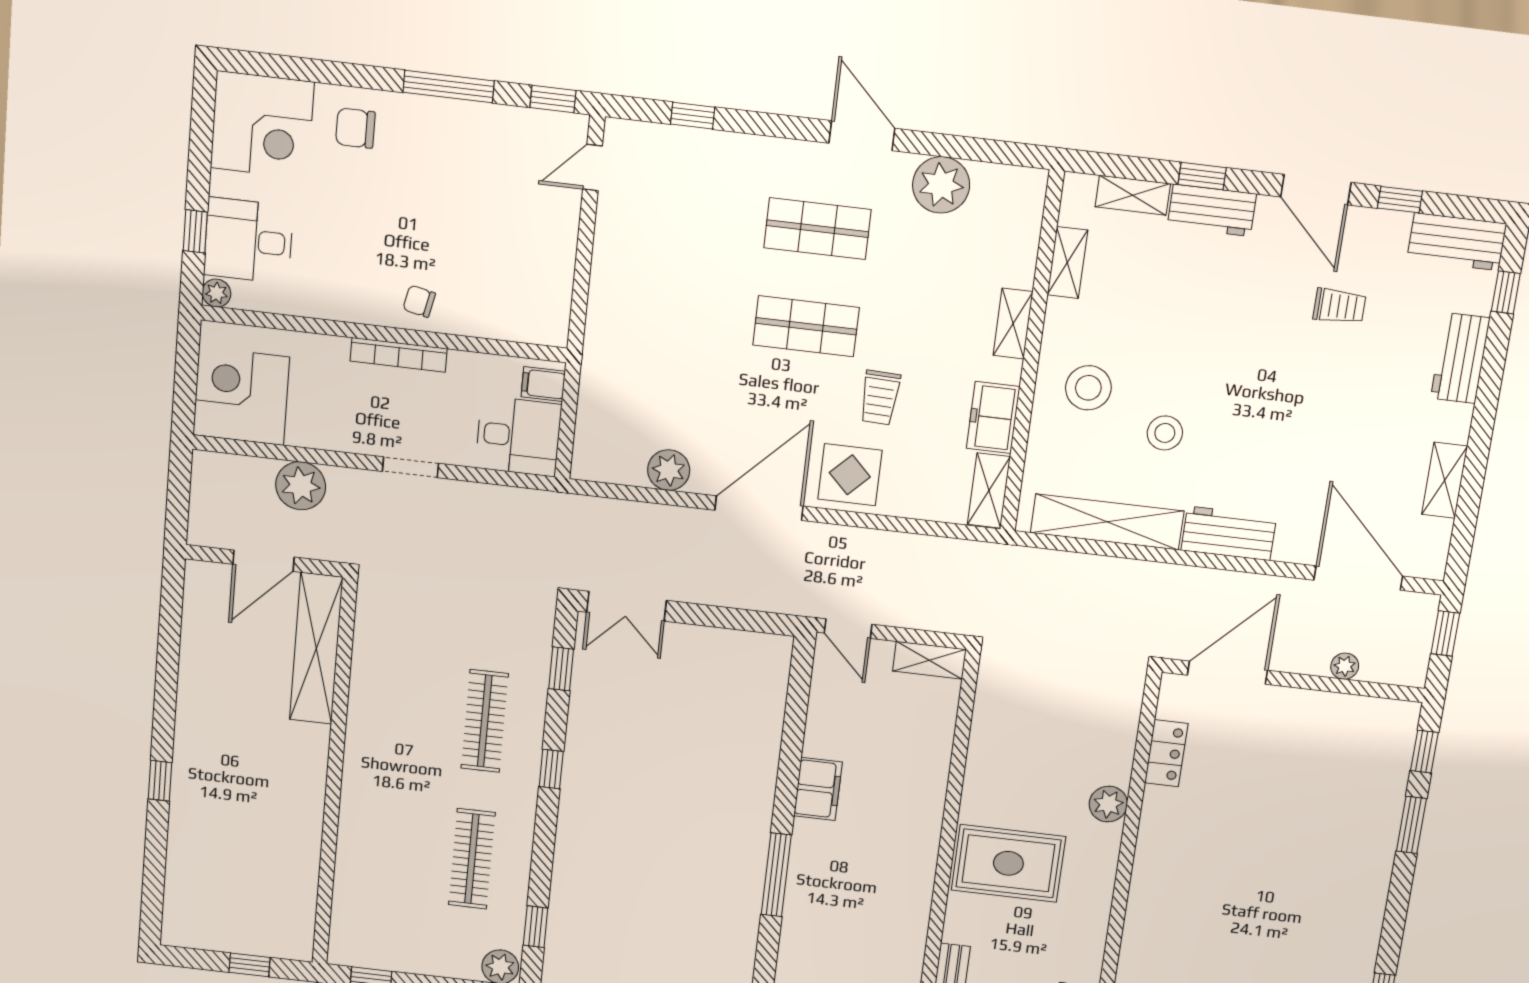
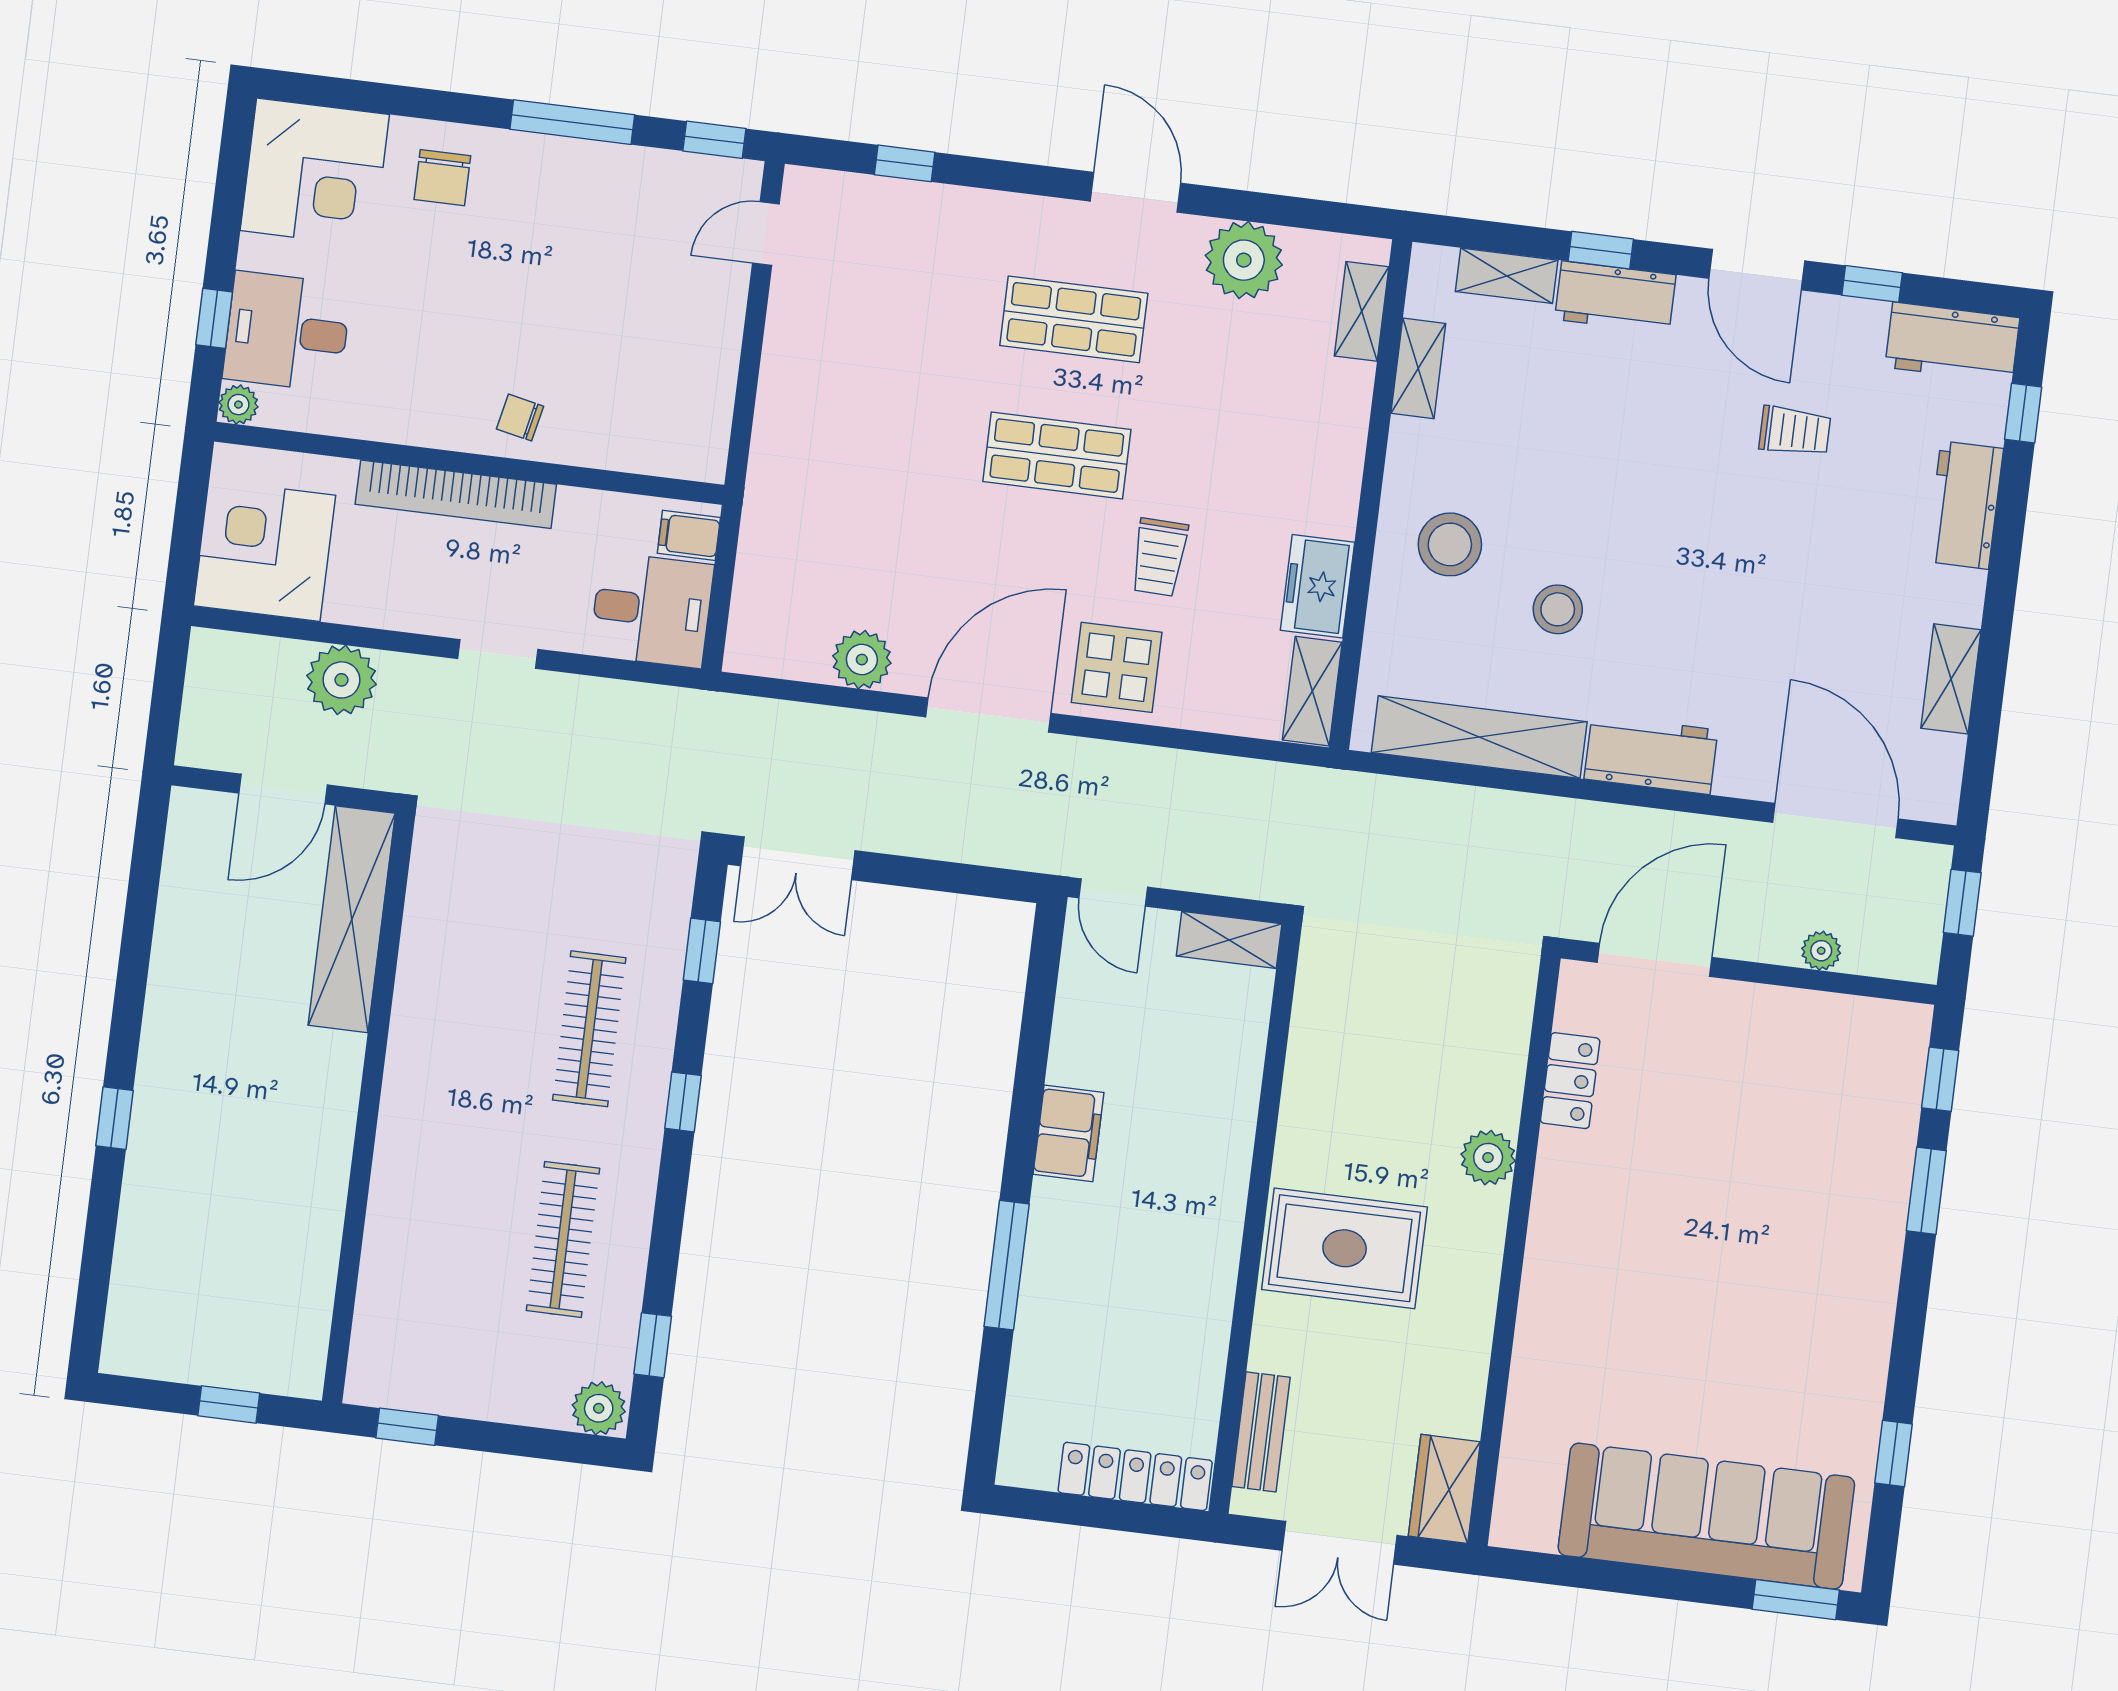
chair: (355, 128) -> (442, 178), turned -90
shelving: (1013, 324) -> (1362, 311), moved
bookcase: (399, 355) -> (456, 494), width x1.48, depth x1.31

